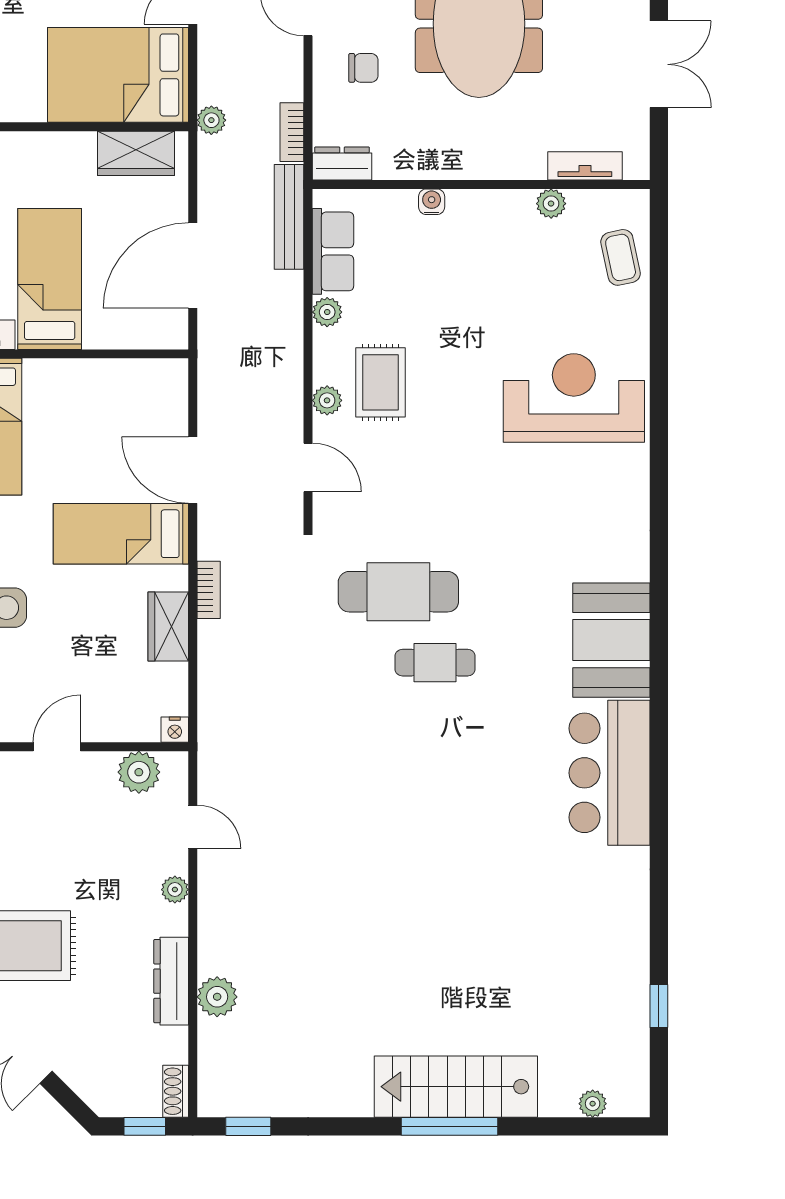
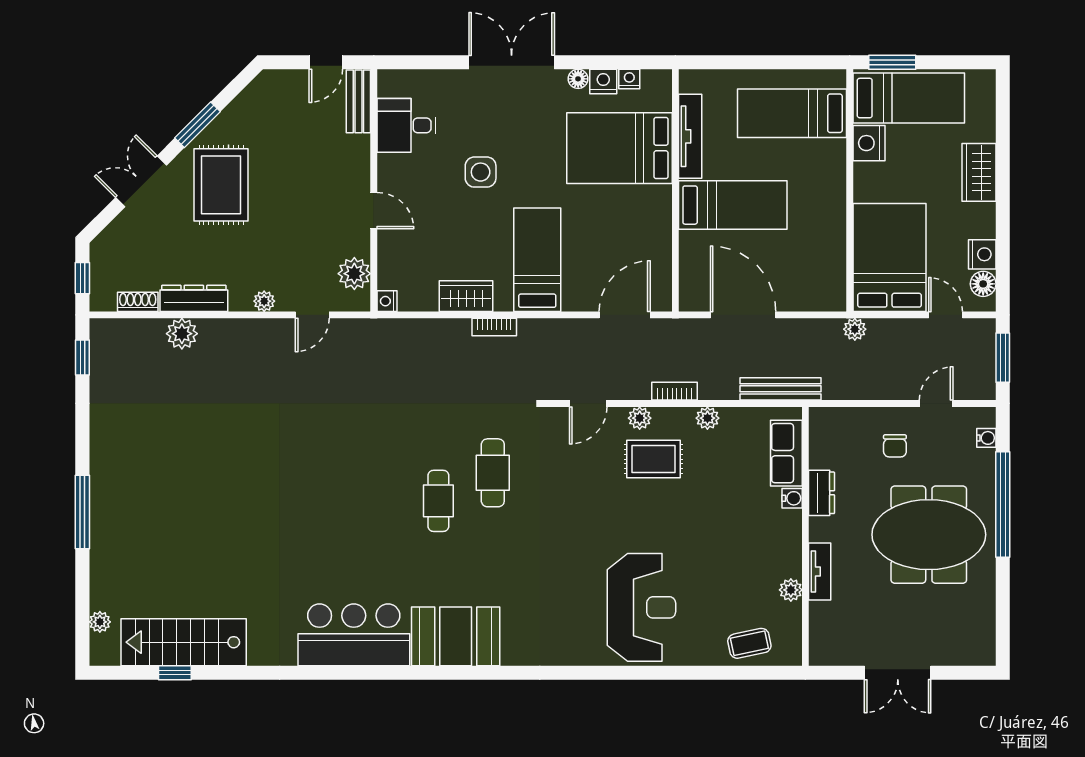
bookcase: (292, 132) -> (675, 391), moved
wardrobe: (136, 153) -> (829, 271), removed
dresser: (342, 163) -> (822, 493), moved
tv unit: (585, 166) -> (820, 572), moved
row of seats: (333, 251) -> (786, 453), moved, turned 90
door: (193, 470) -> (625, 315), moved
cafe table: (398, 592) -> (493, 473), width x0.73, depth x0.74
stairs: (456, 1087) -> (184, 642), moved, turned -90
shoe rack: (176, 1091) -> (138, 302), moved

